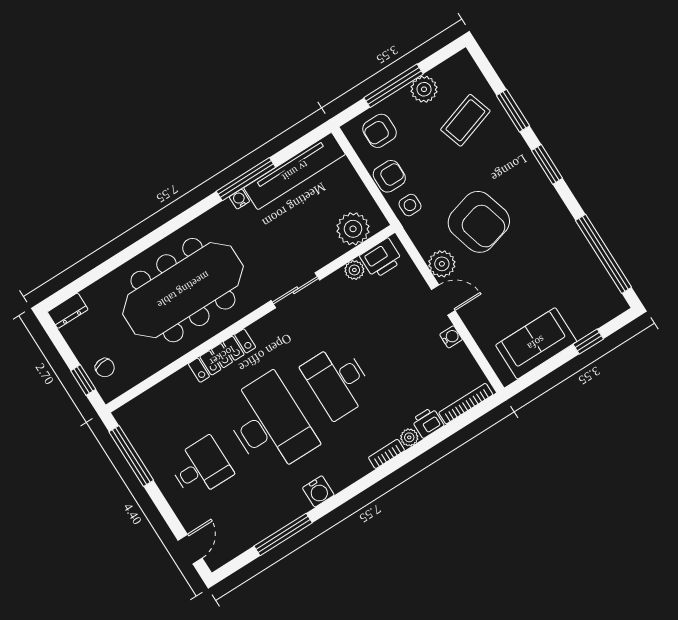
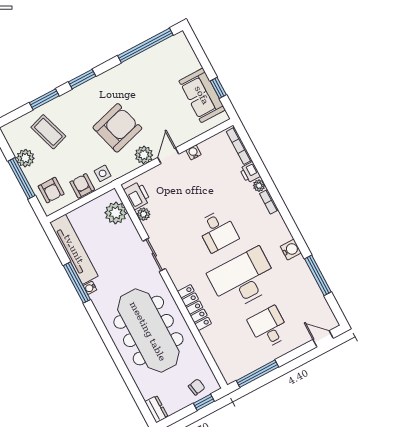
window: (588, 342) -> (218, 88), moved
desk: (338, 381) -> (217, 231), width x0.73

